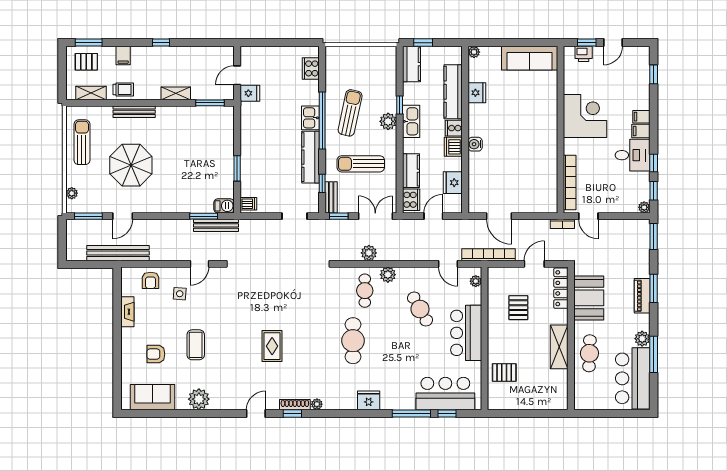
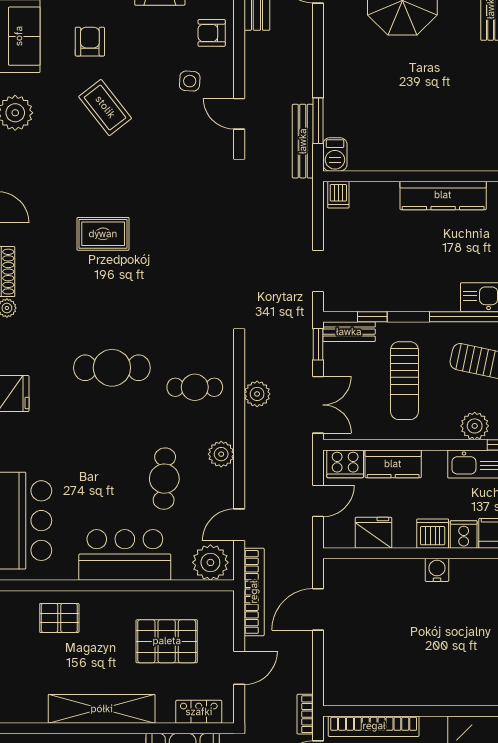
kitchen counter: (310, 157) -> (443, 195), moved, turned 180
sun lounger: (361, 164) -> (404, 381), turned 180
window: (237, 168) -> (397, 176), removed
door: (433, 216) -> (318, 501), hinge flipped
door: (534, 264) -> (239, 668), hinge flipped
plant: (388, 275) -> (221, 454), moved
plant: (476, 281) -> (210, 562), width x1.88, depth x1.88
locker: (561, 288) -> (199, 712), width x0.66
pallet: (518, 308) -> (167, 641), width x1.50, depth x1.42
cafe table: (420, 309) -> (164, 479), turned -59
coffee table: (196, 345) -> (105, 107), turned 52
shelving: (559, 347) -> (102, 709), width x1.47
pallet: (504, 373) -> (59, 618), turned 90

